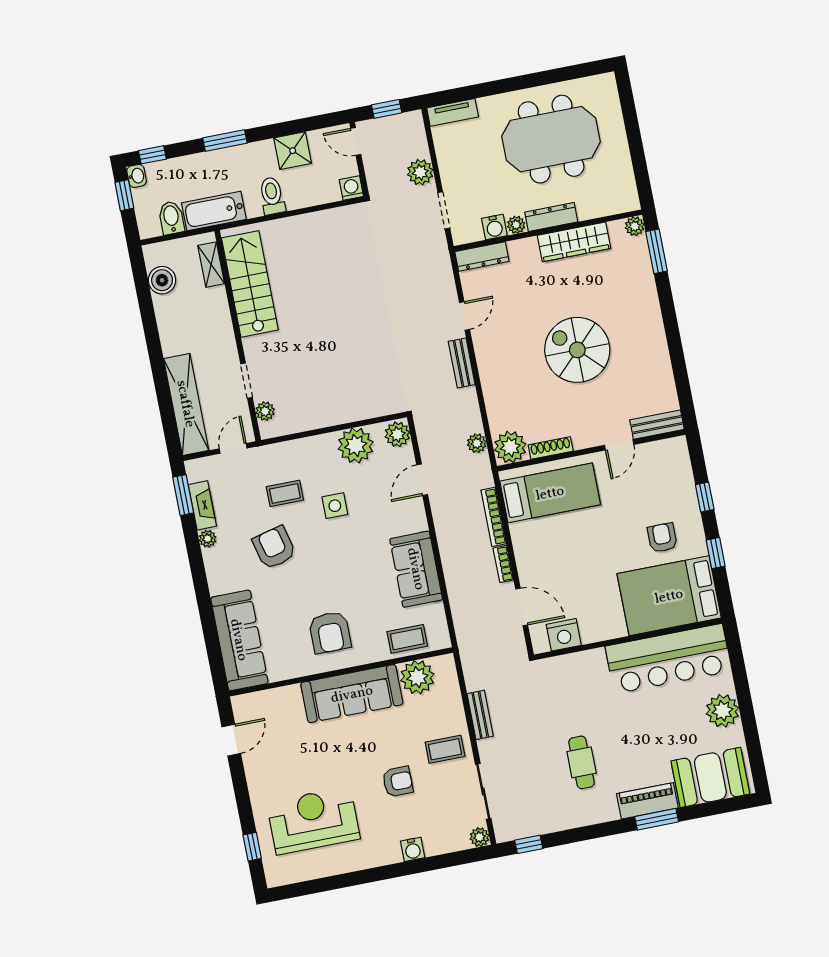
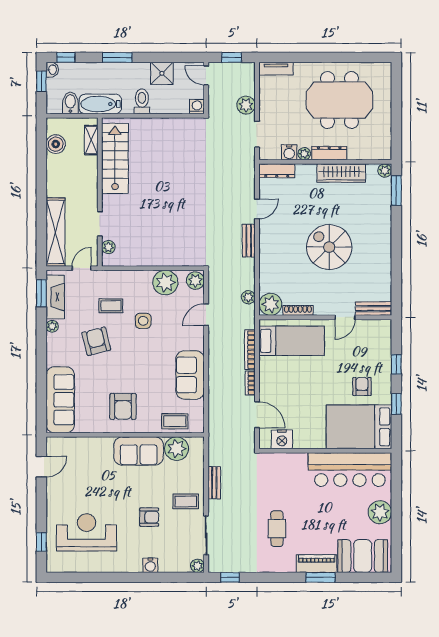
fireplace: (202, 505) -> (55, 297), width x1.37, depth x1.32
sofa: (352, 694) -> (139, 451), width x0.73

